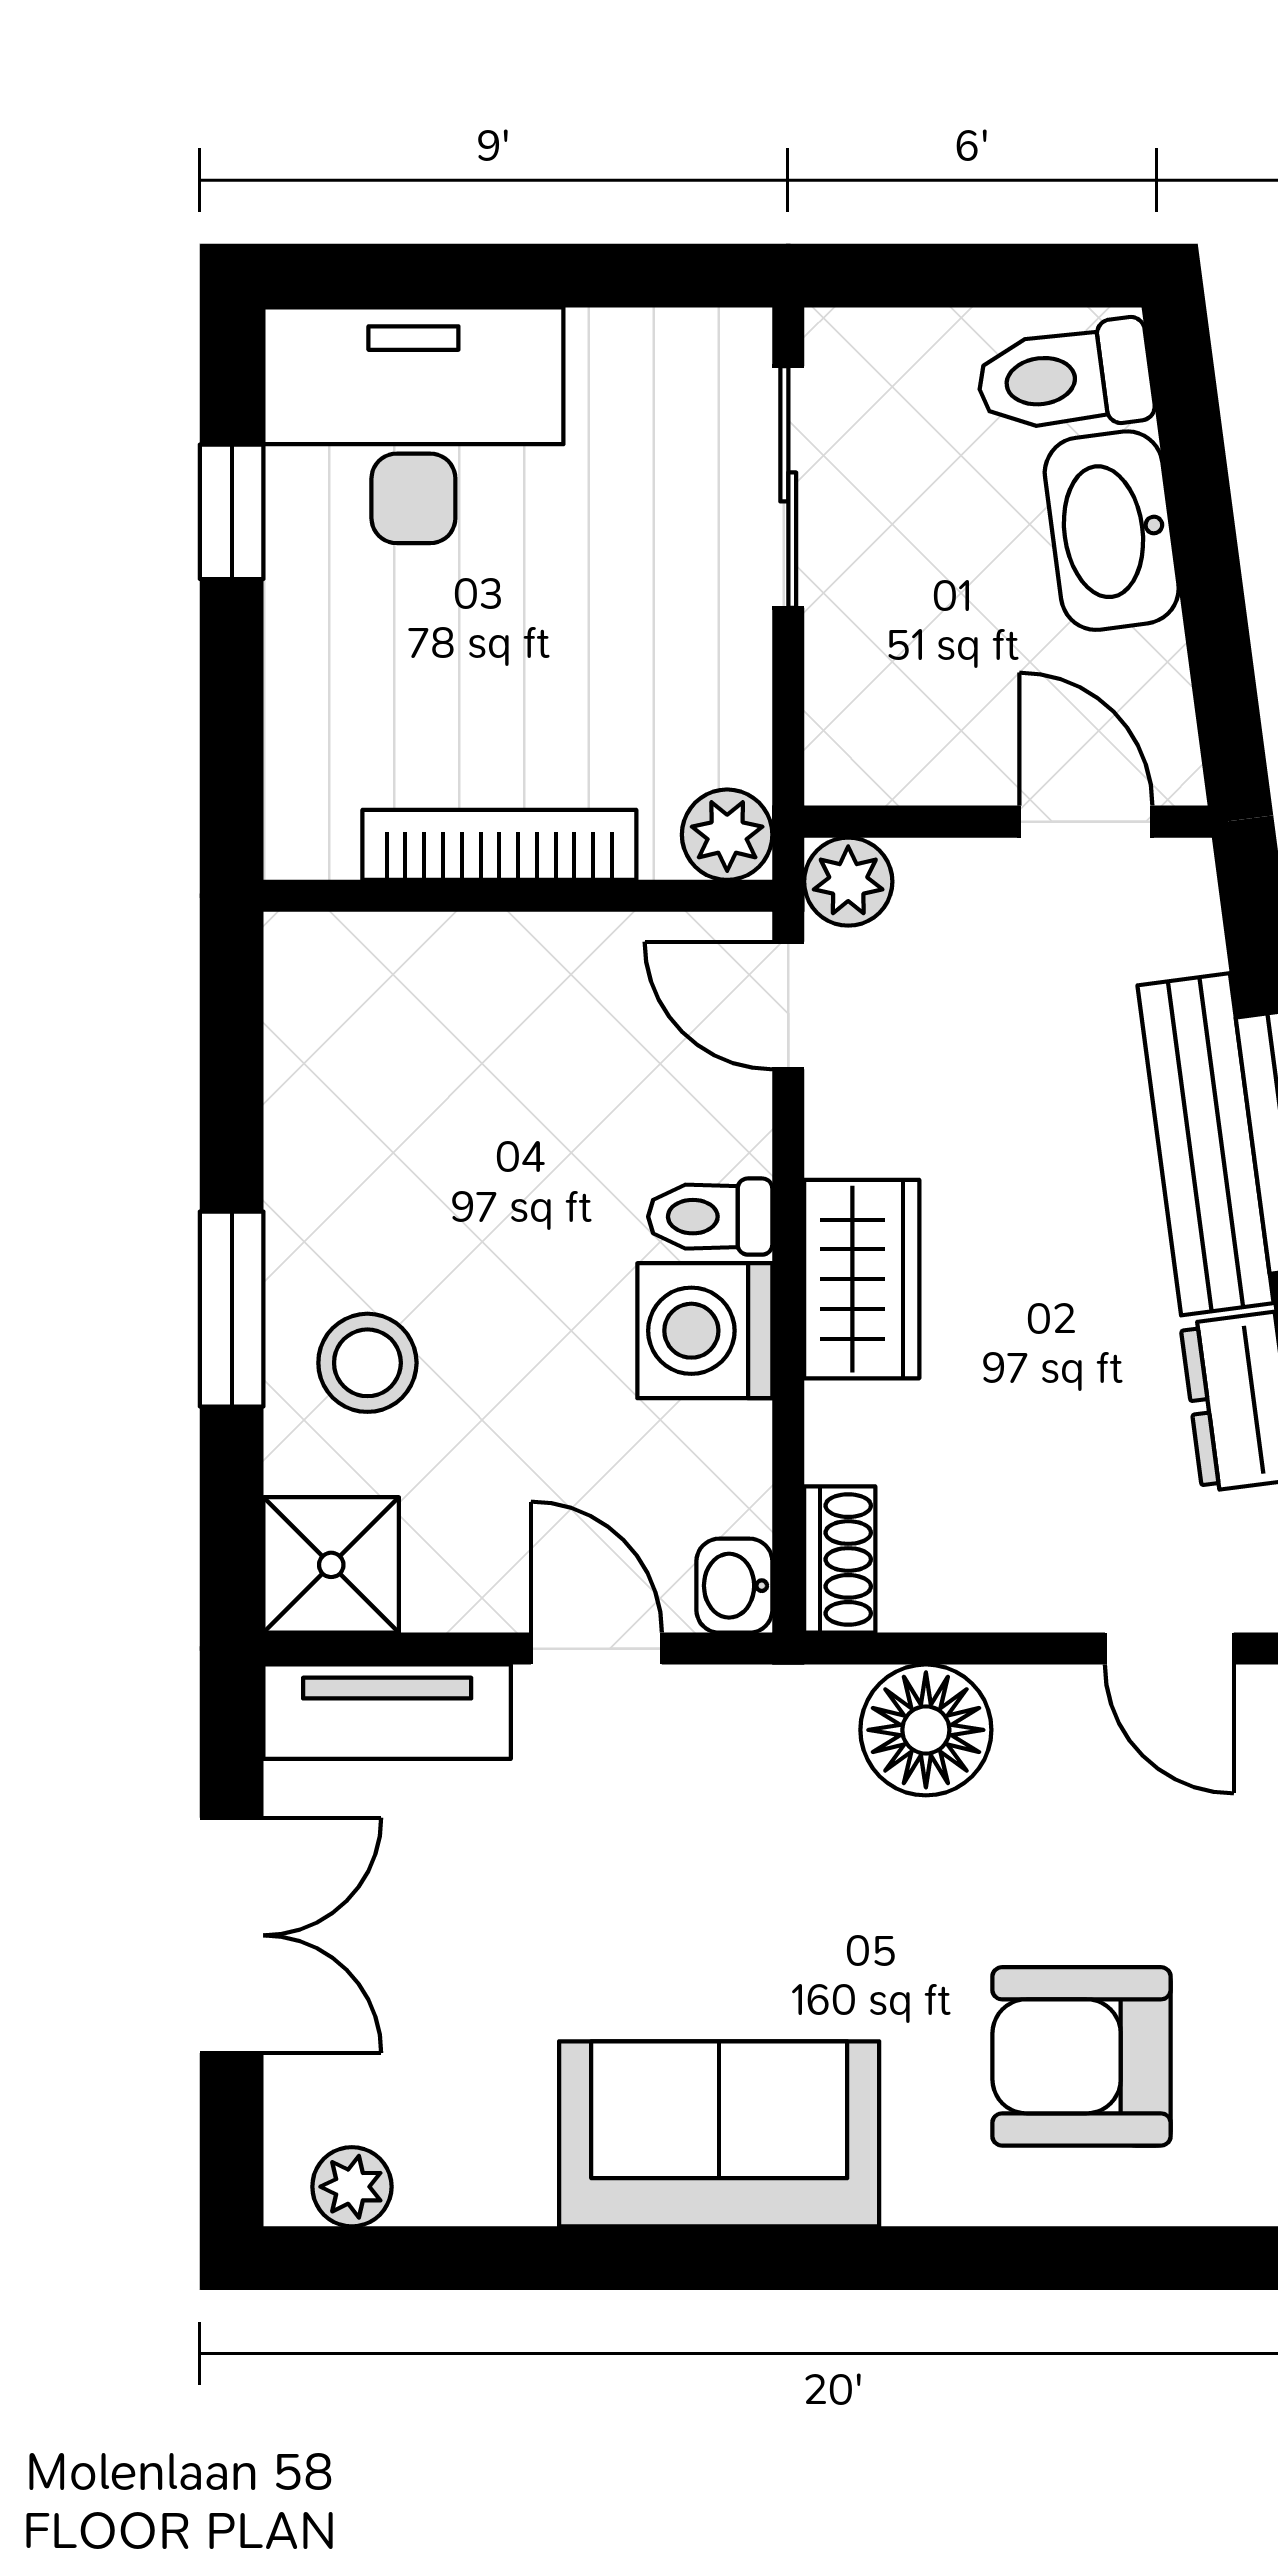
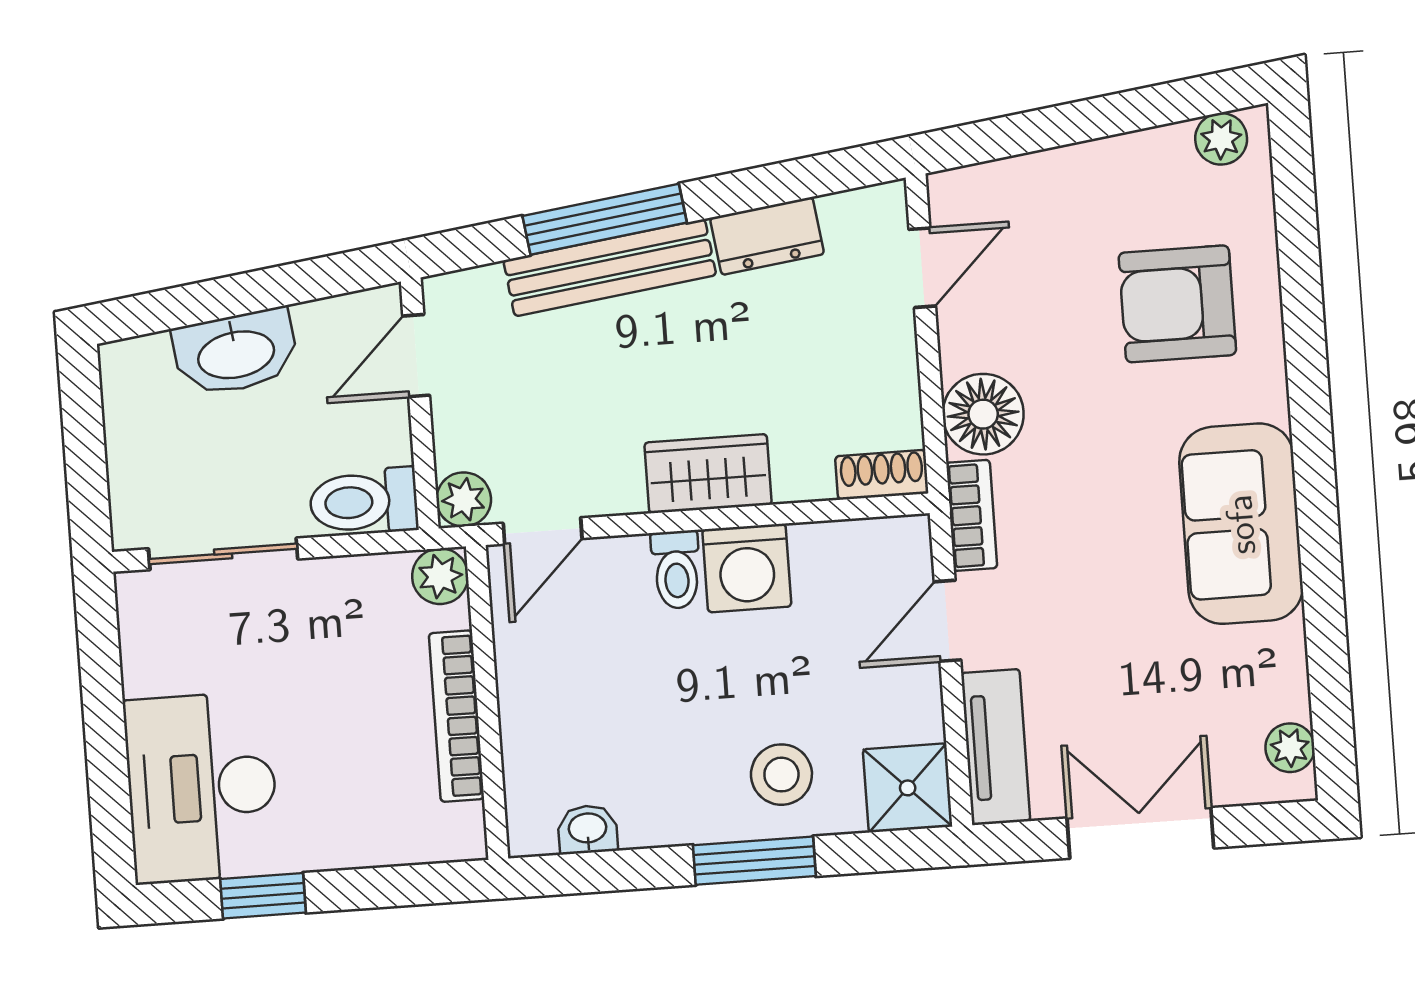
toilet: (1065, 378) -> (364, 502), moved, turned 98
washbasin: (734, 1586) -> (588, 829), moved, turned 180
bookcase: (764, 1700) -> (972, 515), added
armchair: (1081, 2056) -> (1177, 304), turned 90

